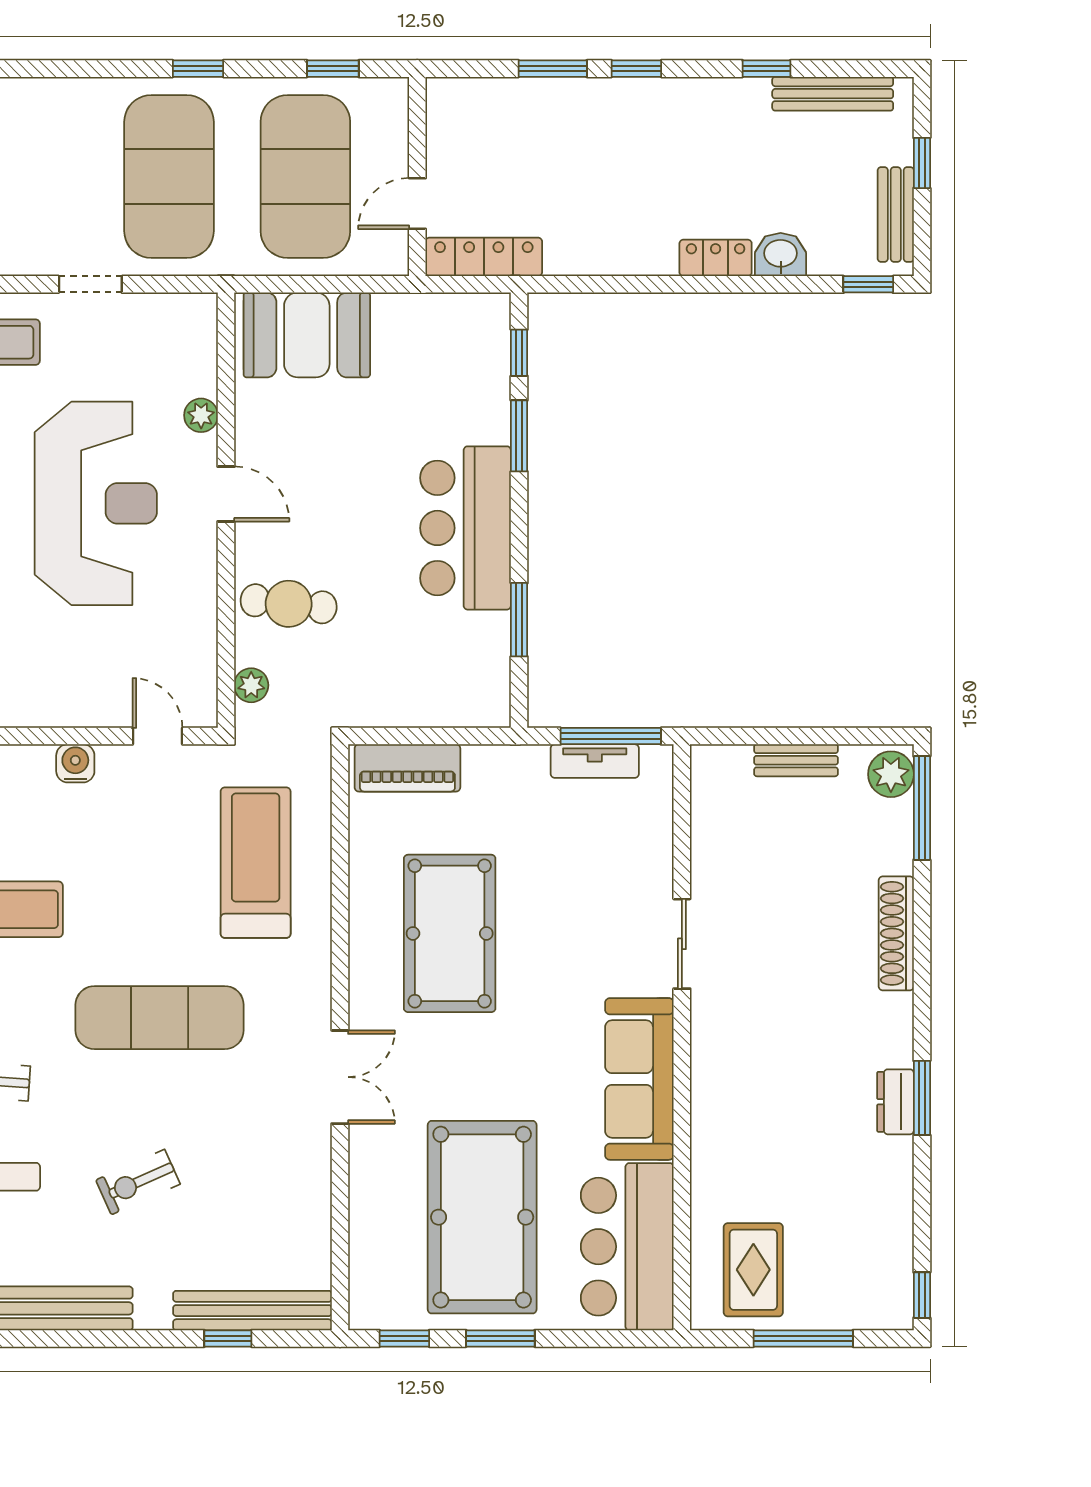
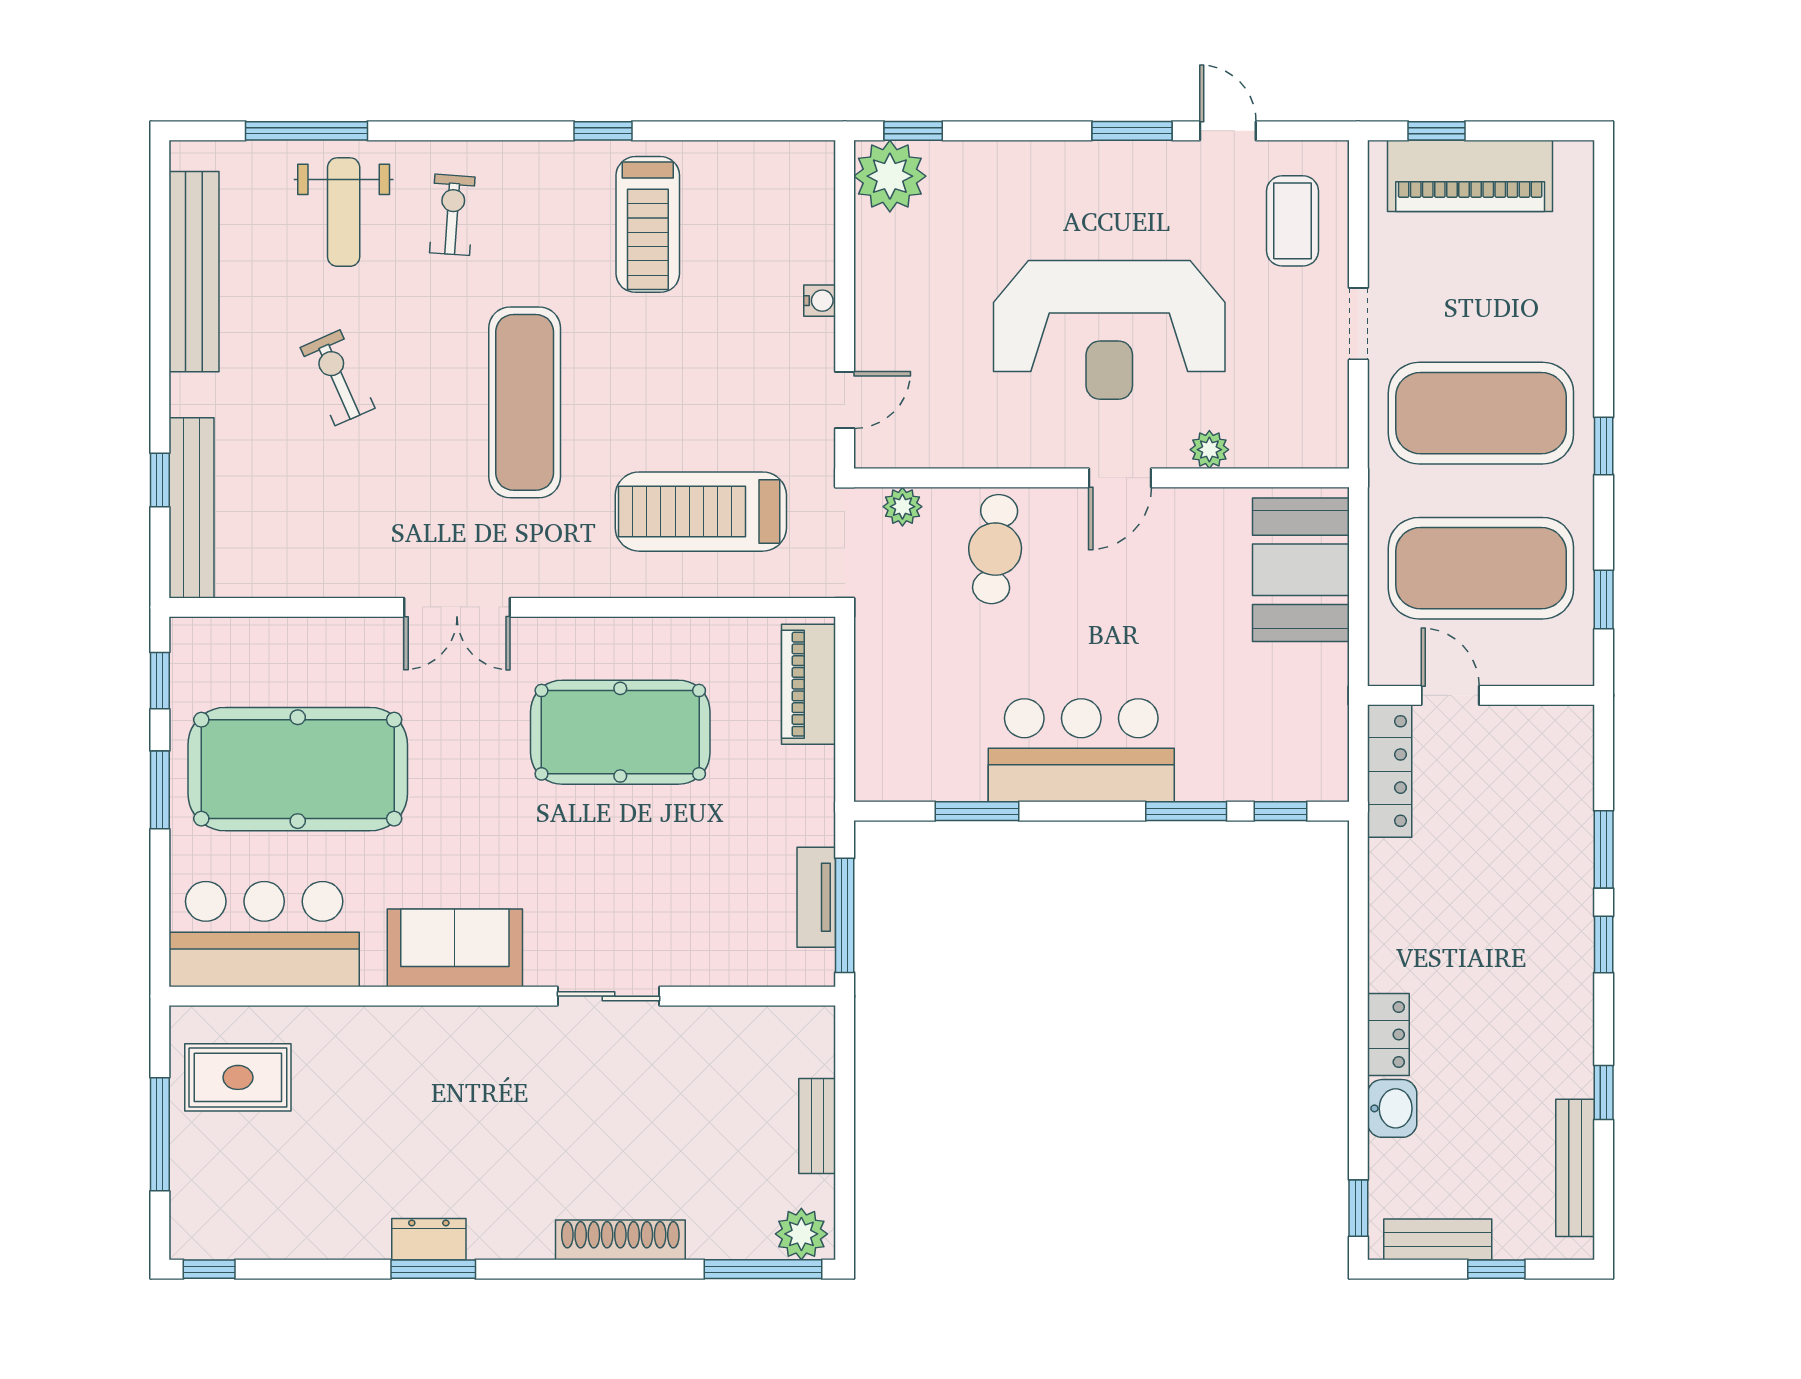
water cooler: (75, 763) -> (820, 301), width x0.72, depth x0.72
treadmill: (256, 863) -> (701, 512), turned 180
sofa: (639, 1079) -> (455, 948), width x0.73

